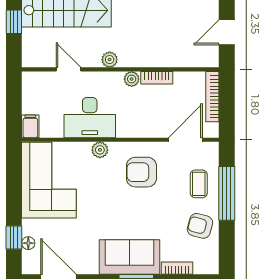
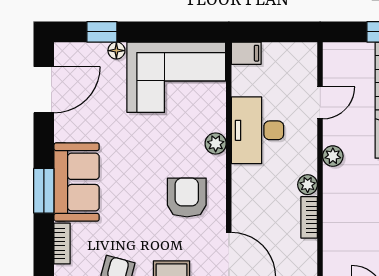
floor lamp: (28, 243) -> (116, 51), moved

